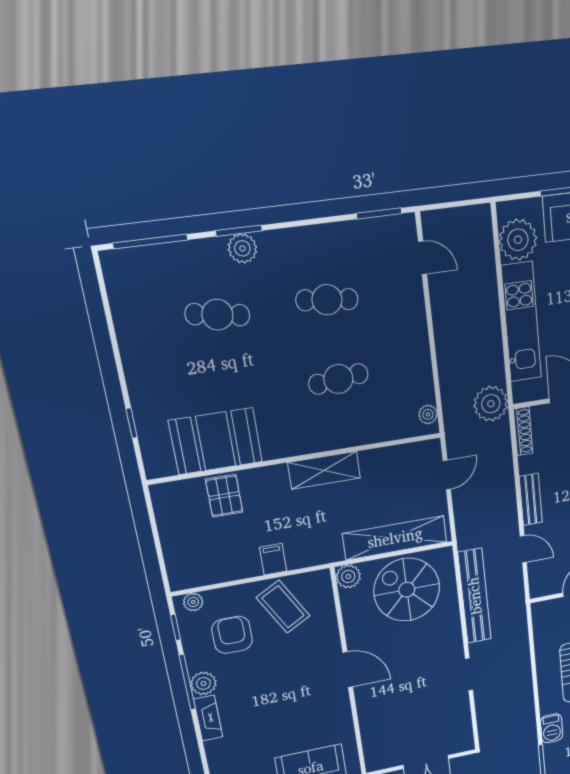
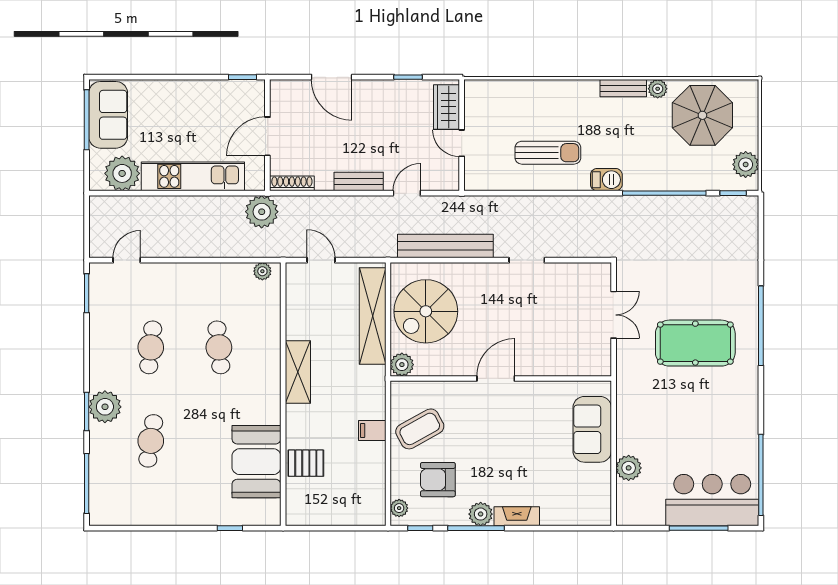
plant: (242, 248) -> (105, 407), width x1.36, depth x1.36

